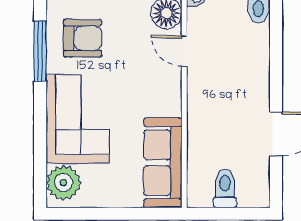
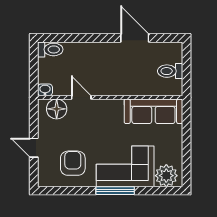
window: (40, 51) -> (115, 191), moved
door: (184, 51) -> (81, 97), swing flipped

